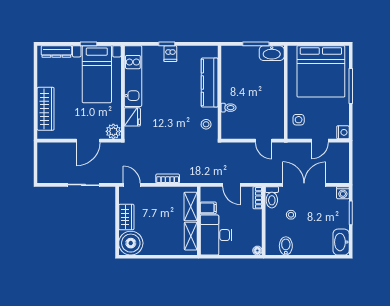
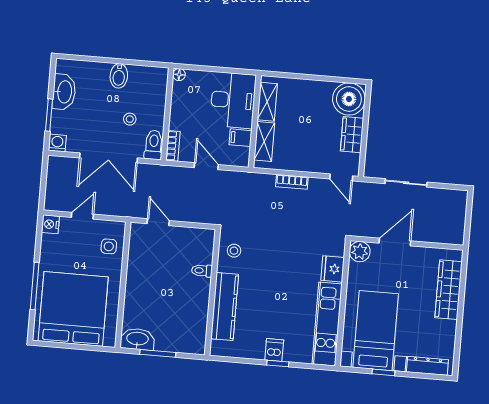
washbasin: (341, 242) -> (64, 92), moved
bidet: (286, 246) -> (119, 76), moved

